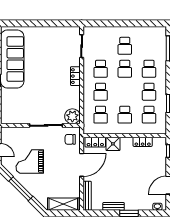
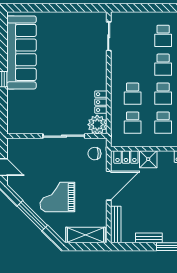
school desk: (101, 69) -> (163, 94), moved
locker: (75, 76) -> (101, 102), moved
grand piano: (30, 161) -> (57, 197), moved

